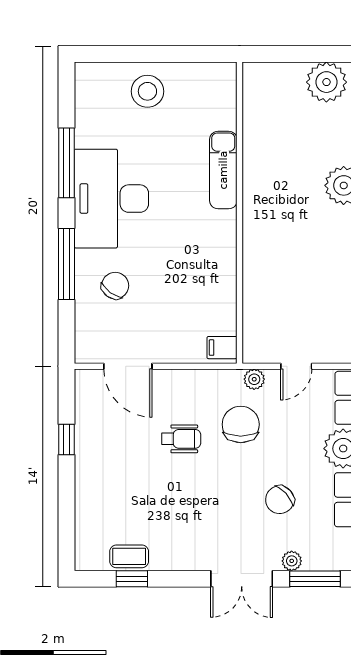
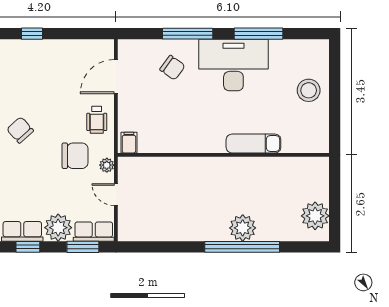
window: (66, 439) -> (32, 34), moved
wheelchair: (181, 439) -> (97, 120), moved
chair: (280, 500) -> (20, 130), moved

